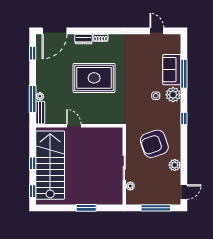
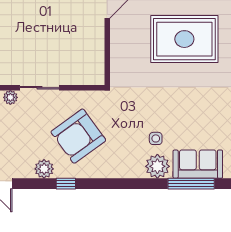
rug: (94, 78) -> (184, 39), turned 90
window: (184, 119) -> (66, 184), moved
armchair: (154, 144) -> (78, 136), turned -107

